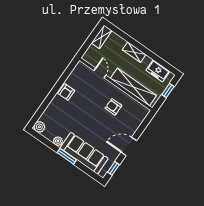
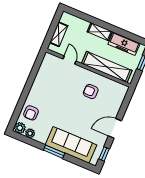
shelving: (102, 37) -> (59, 34), moved
freezer: (158, 71) -> (124, 44), width x1.40
armchair: (66, 92) -> (31, 113), moved
plant: (58, 141) -> (30, 133), moved

